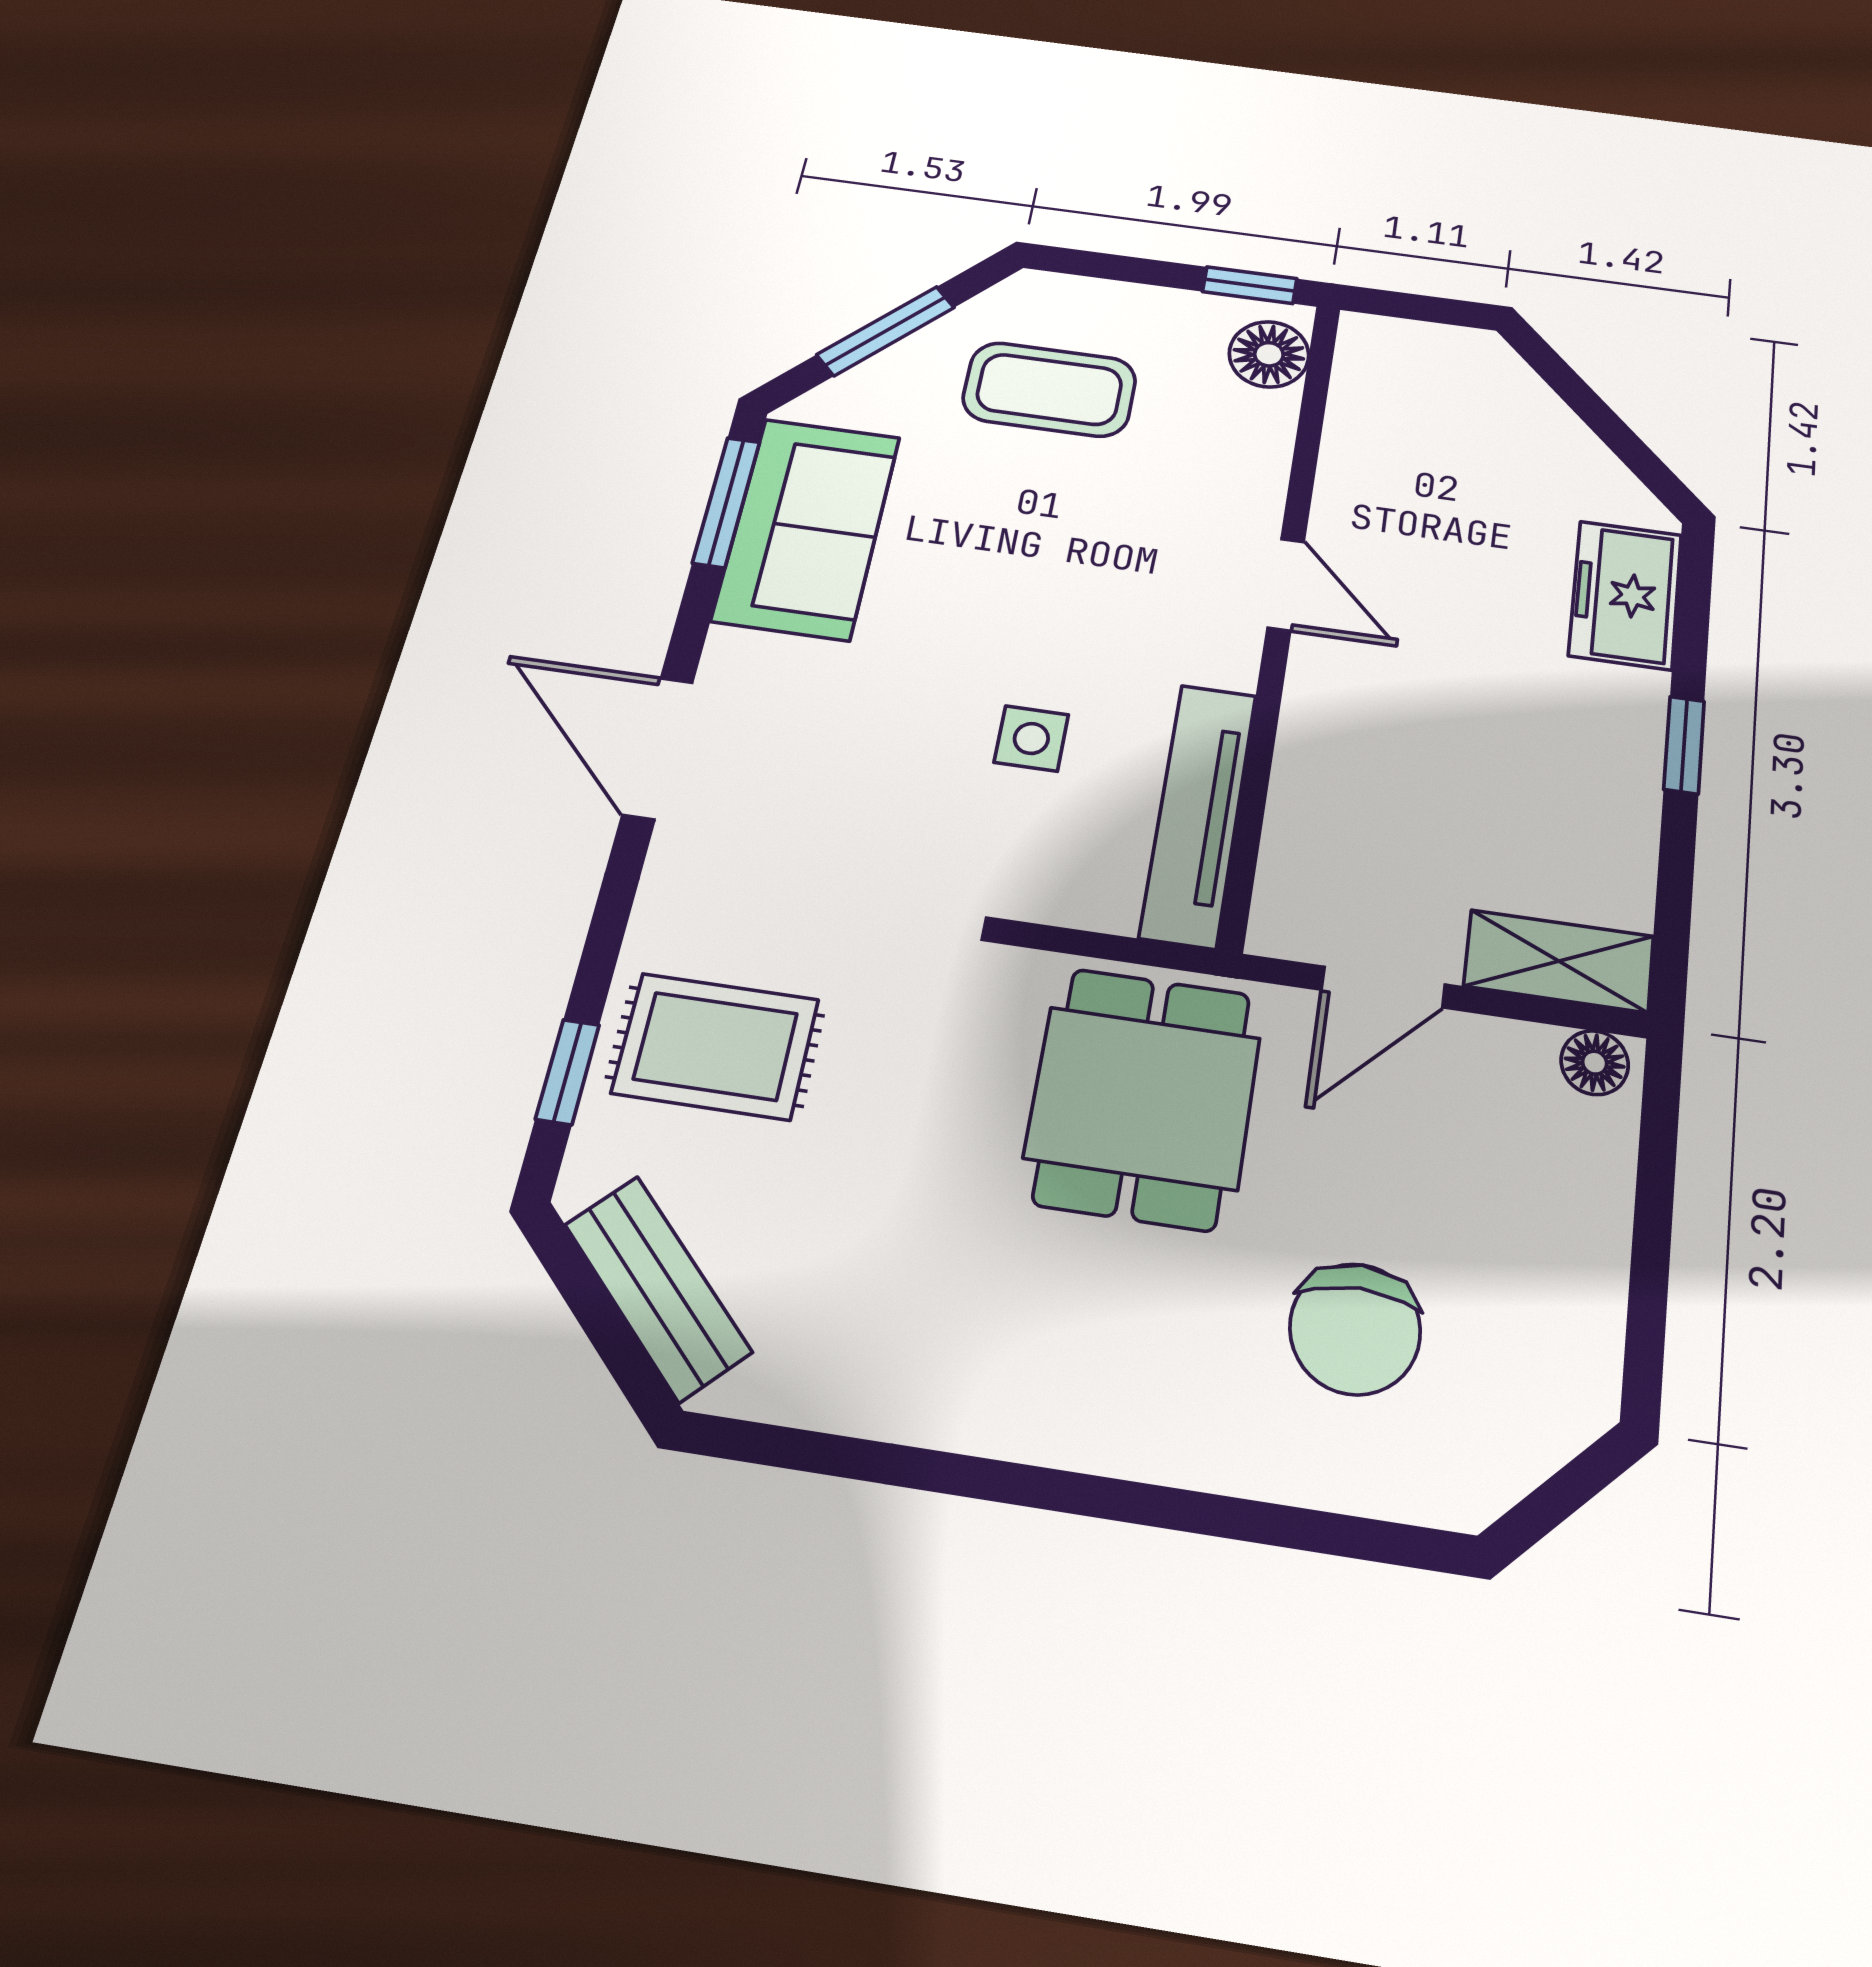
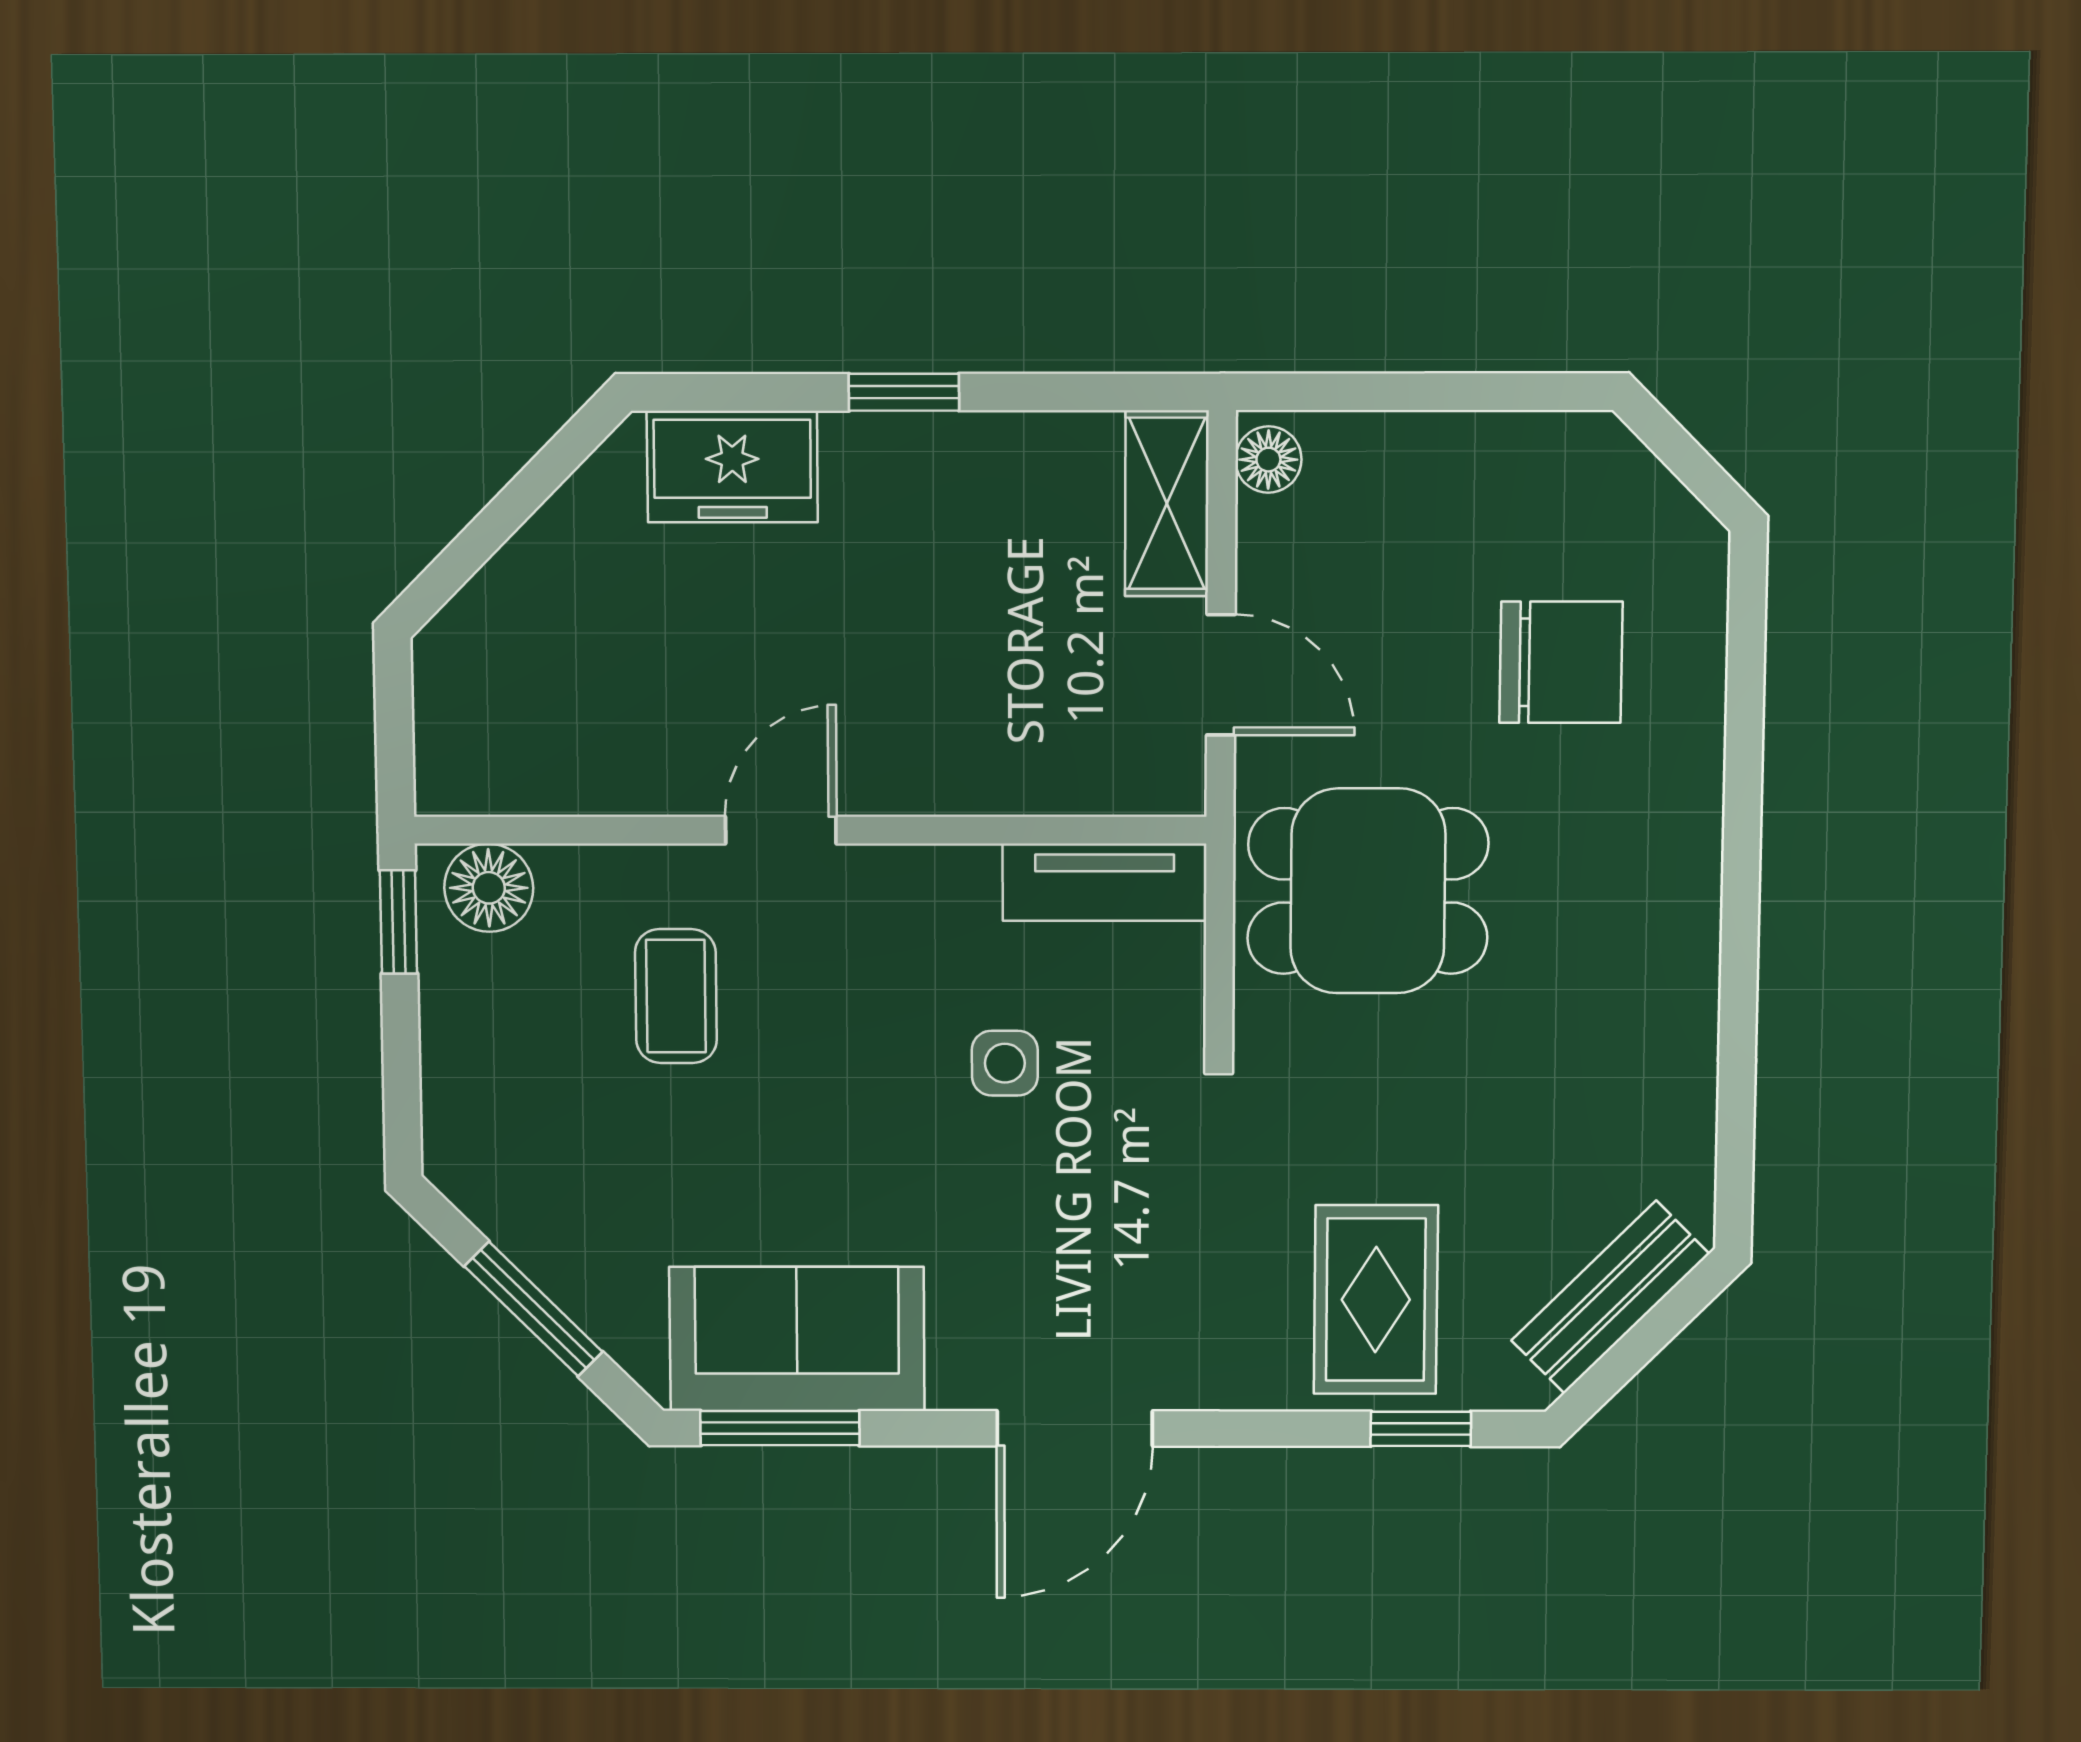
coffee table: (1049, 389) -> (676, 996), moved, width x0.73, depth x0.77
tv unit: (1198, 814) -> (1105, 882), width x0.71

